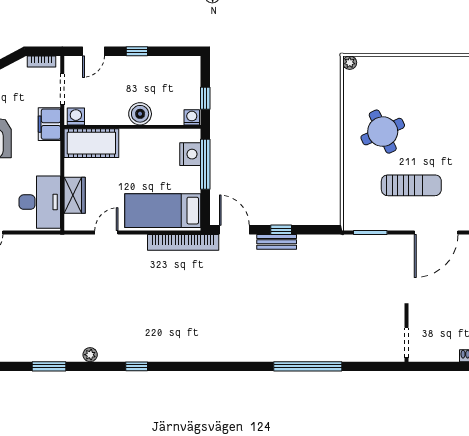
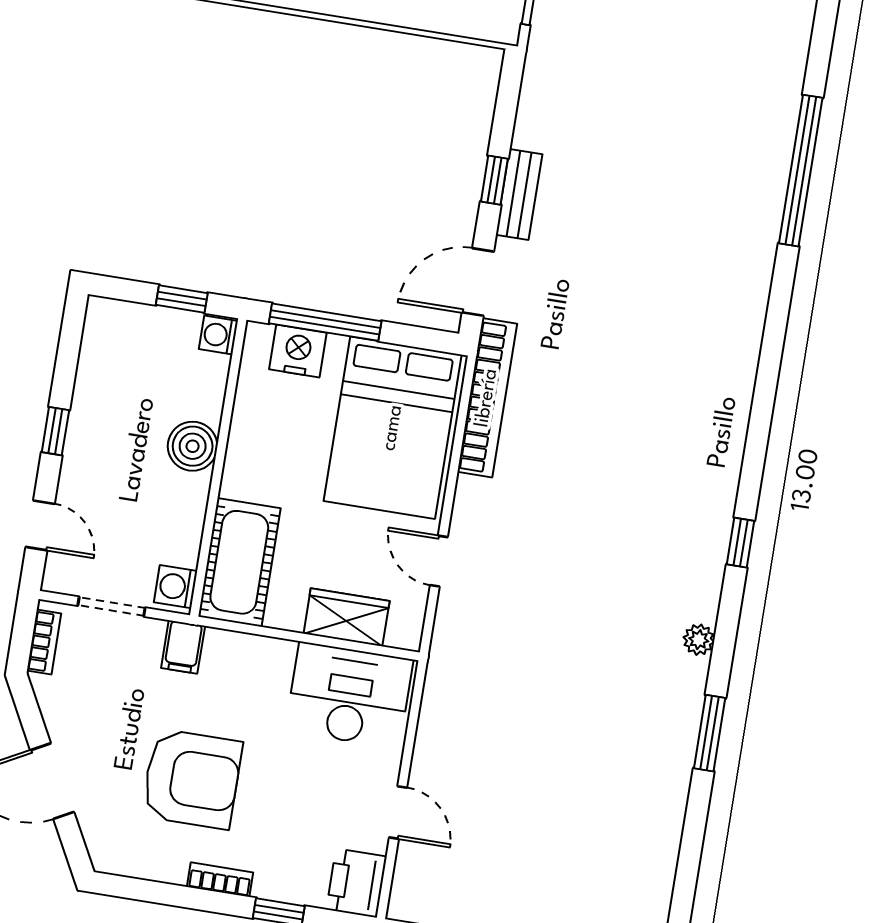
filing cabinet: (49, 124) -> (183, 647), width x0.50
bed: (163, 211) -> (393, 428), width x1.50

